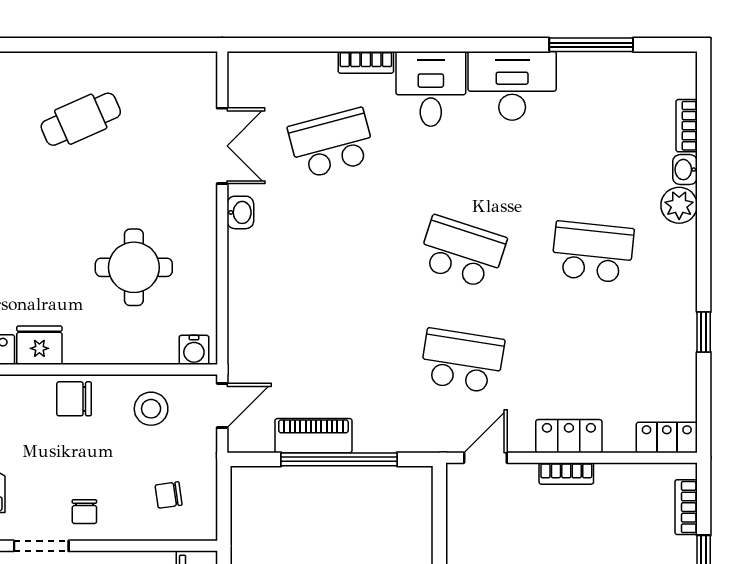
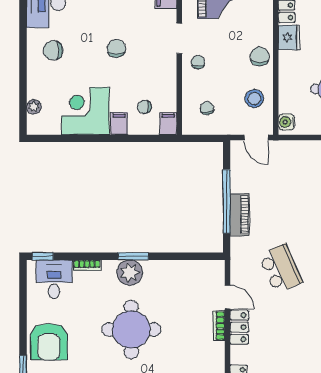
school desk: (462, 361) -> (281, 269), turned -33
piano: (313, 436) -> (240, 215), moved
door: (485, 458) -> (227, 297), moved
chair: (84, 512) -> (198, 62), turned 90

